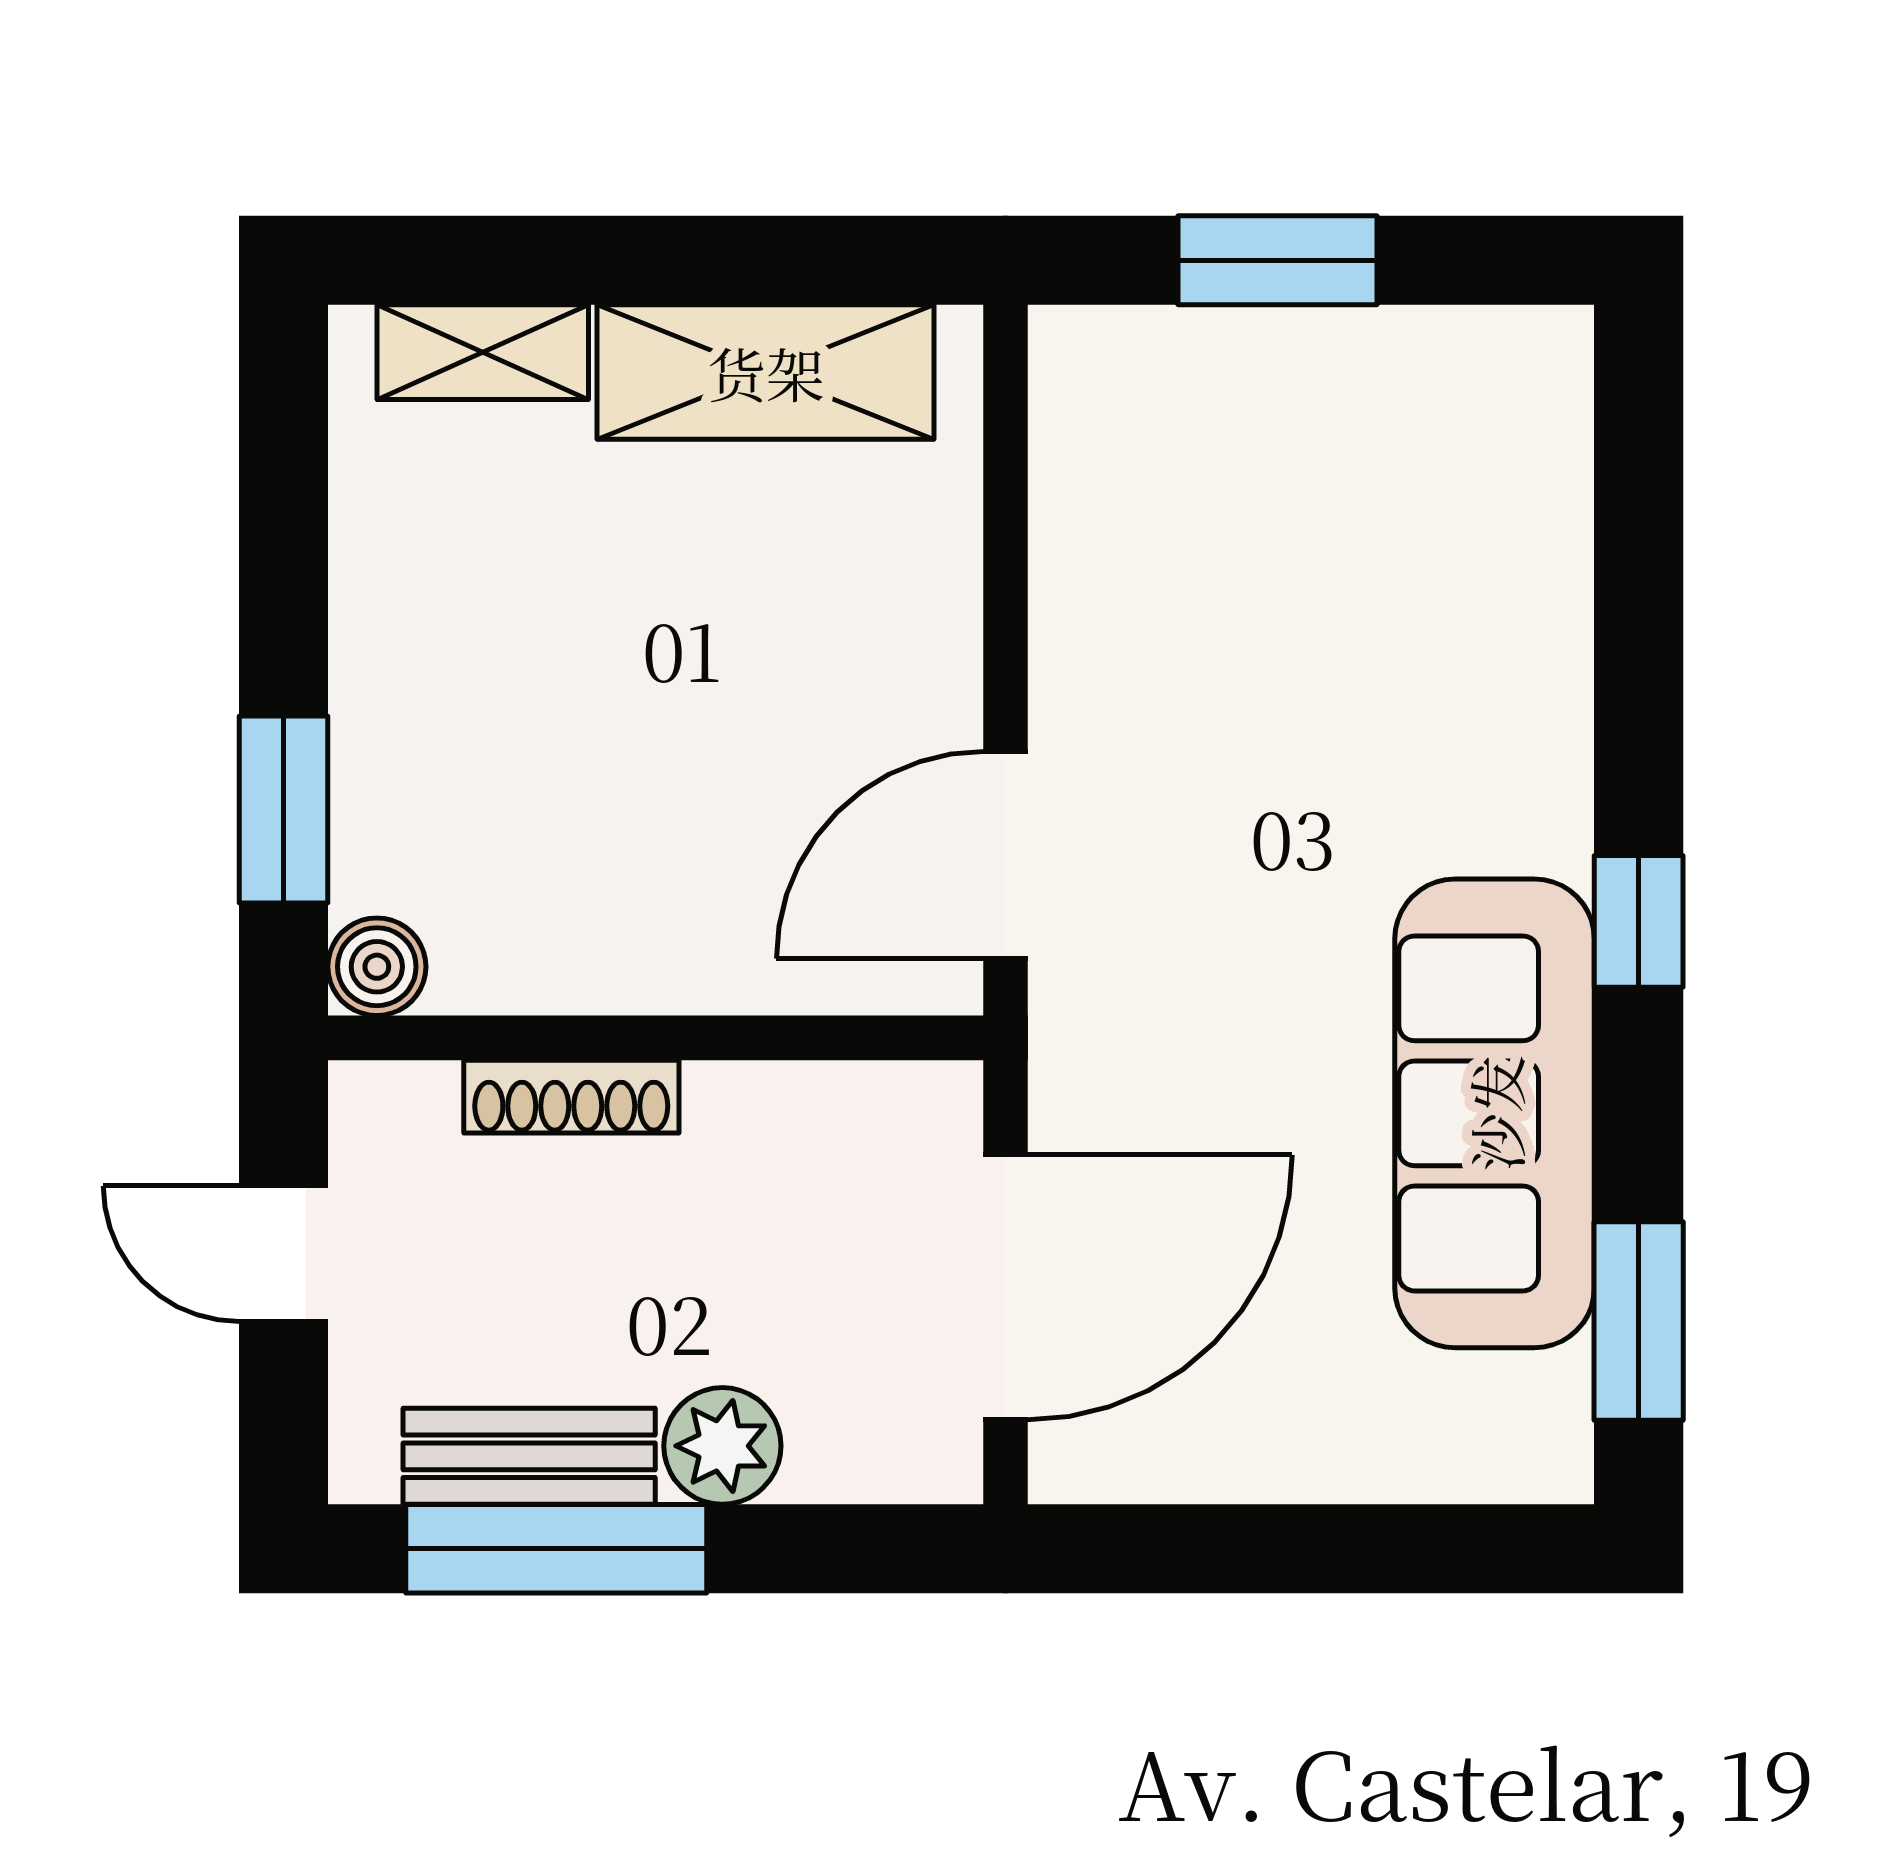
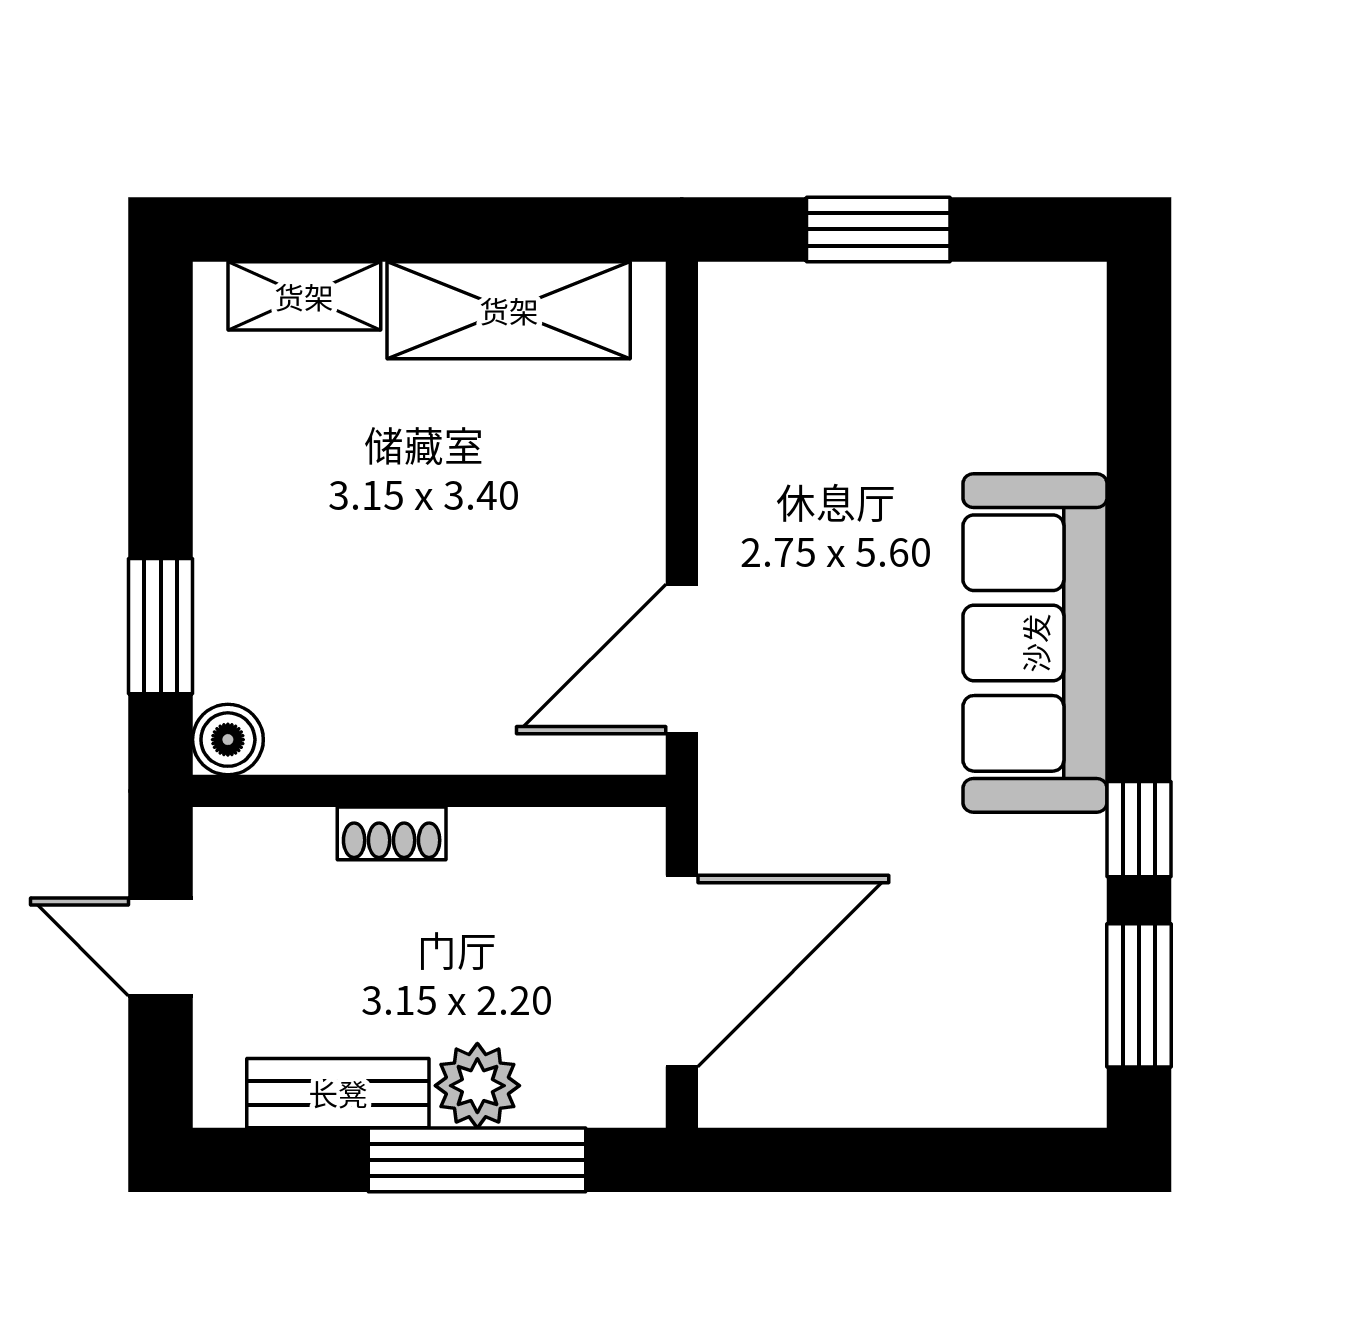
window: (1639, 921) -> (1139, 829), moved
shoe rack: (571, 1097) -> (392, 833), width x0.70
sofa: (1495, 1113) -> (1035, 643), moved
window: (556, 1549) -> (477, 1160), moved

